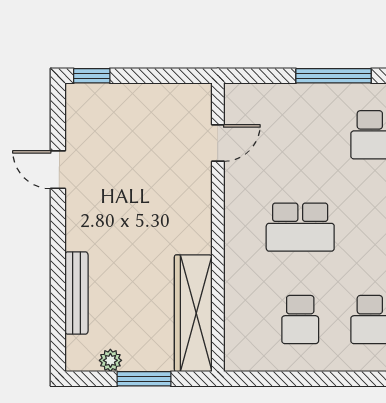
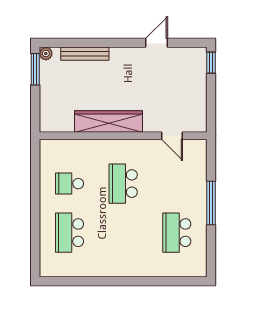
wardrobe: (193, 313) -> (108, 121), moved
plant: (110, 360) -> (46, 53), moved
window: (144, 379) -> (35, 69), moved

